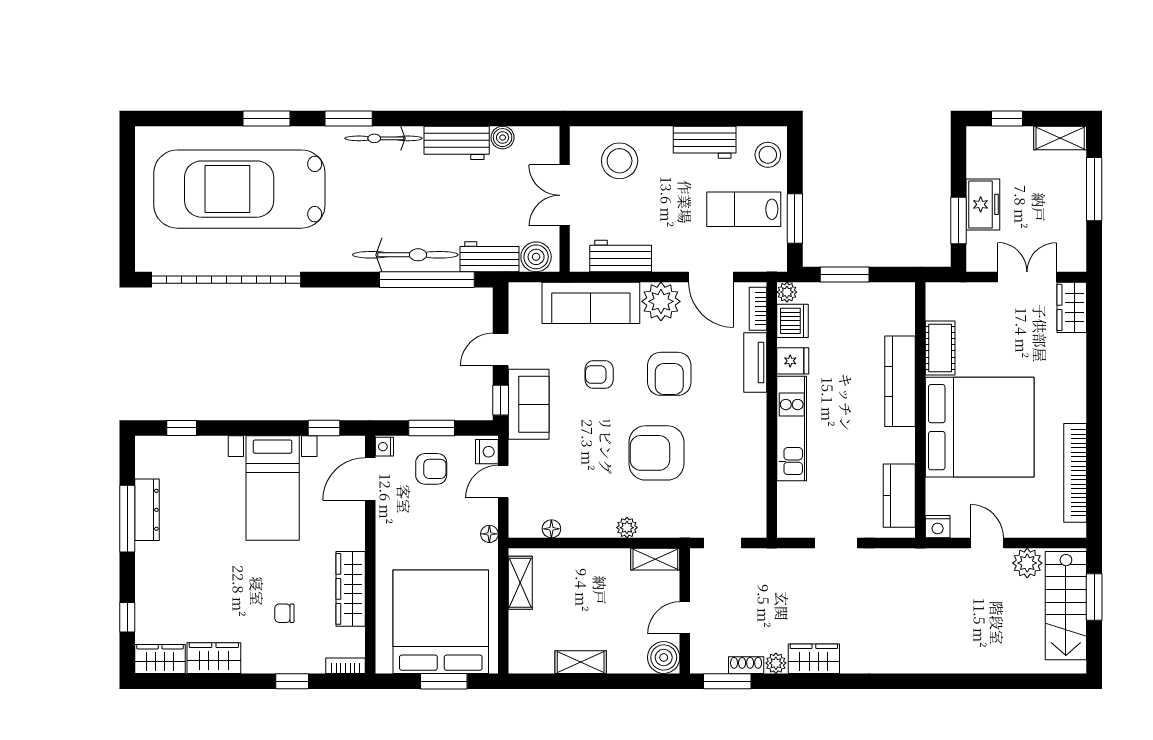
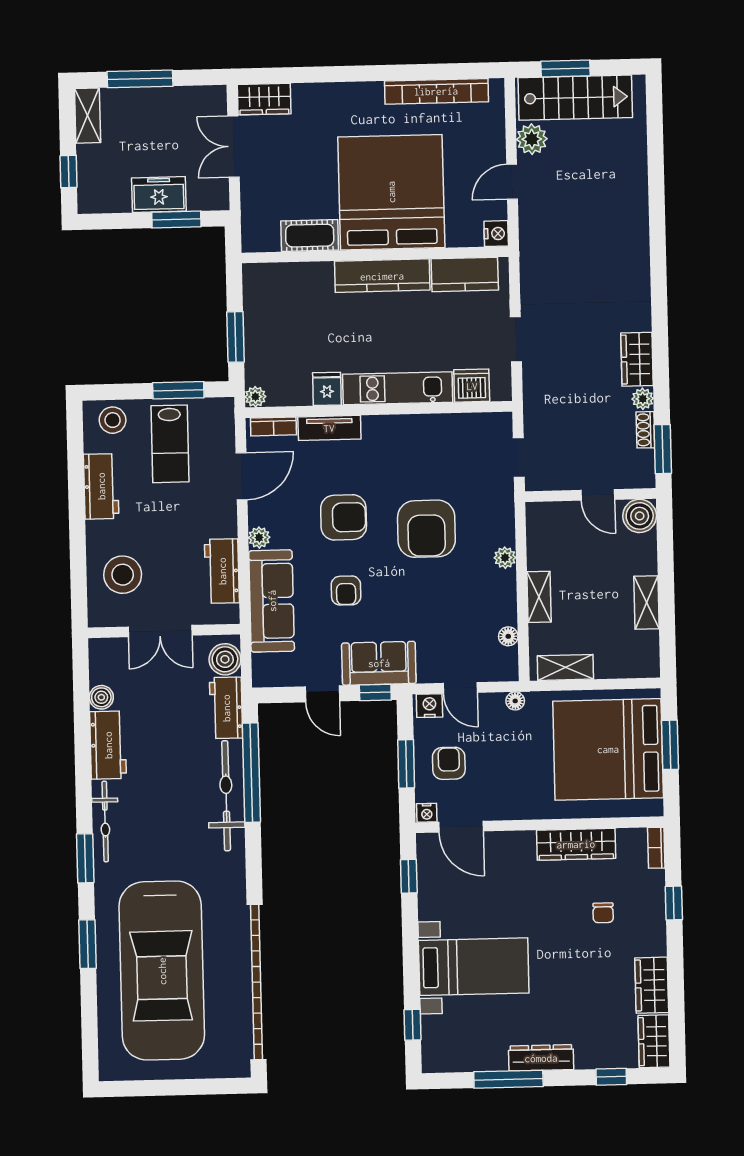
plant: (661, 301) -> (259, 538), width x0.53, depth x0.53
dishwasher: (793, 321) -> (472, 386), moved
kitchen counter: (900, 381) -> (382, 276), moved
bed with nightstands: (273, 488) -> (474, 967), moved
dresser: (147, 510) -> (541, 1058), moved
shelving: (655, 559) -> (539, 597), moved

